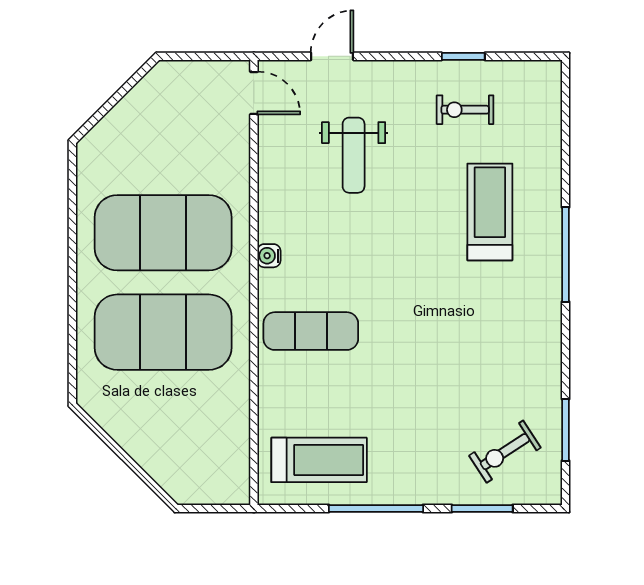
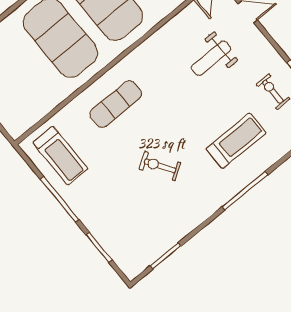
water cooler: (269, 256) -> (134, 57), removed
exercise mat: (311, 331) -> (116, 104), turned 90
exercise bike: (505, 452) -> (160, 166), moved

